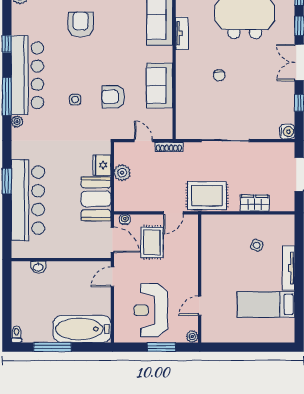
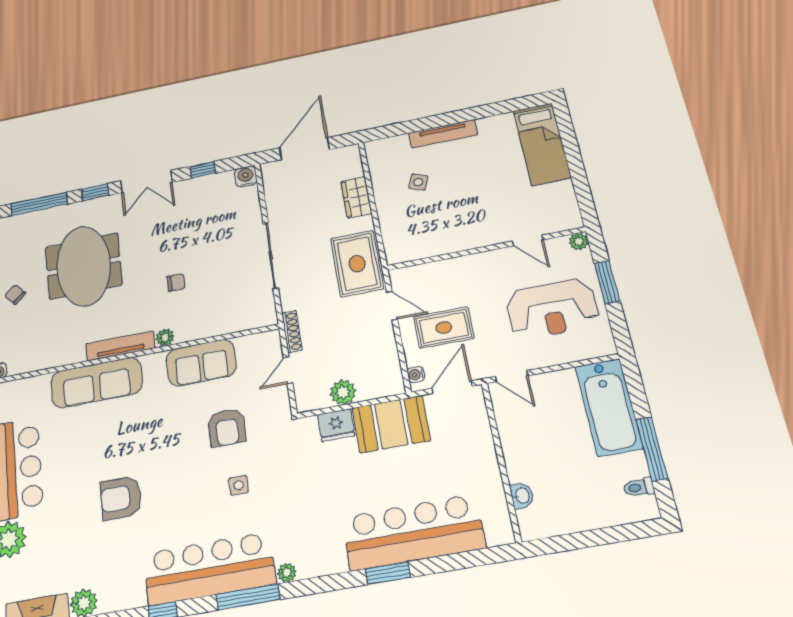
tv unit: (182, 33) -> (120, 346), width x1.41
plant: (182, 64) -> (165, 337), added
bed: (266, 304) -> (542, 144), moved
toilet: (16, 334) -> (639, 487), moved

